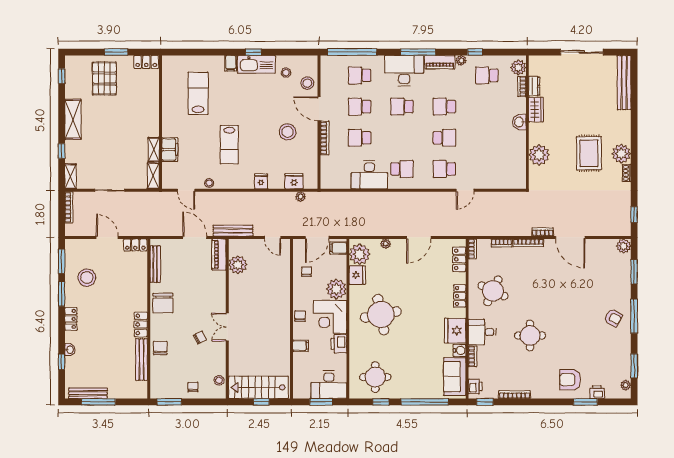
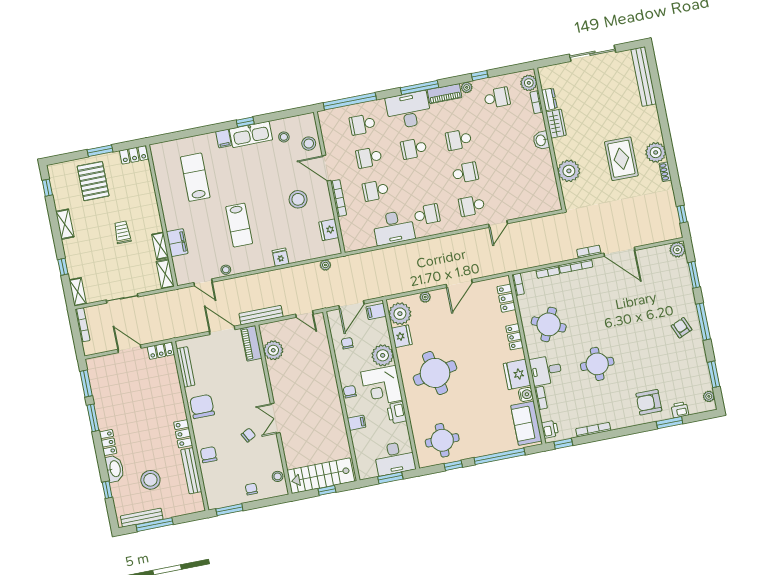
school desk: (487, 75) -> (497, 98), turned 180
shelving: (73, 119) -> (65, 224), width x0.67, depth x0.75
trolley: (122, 130) -> (122, 232), added
fridge: (294, 181) -> (329, 230), moved, turned -90
stool: (87, 278) -> (150, 480), moved
chair: (163, 303) -> (202, 406), turned 180
armchair: (613, 318) -> (682, 328), turned -142
washbasin: (70, 350) -> (115, 469), width x1.91, depth x1.45

